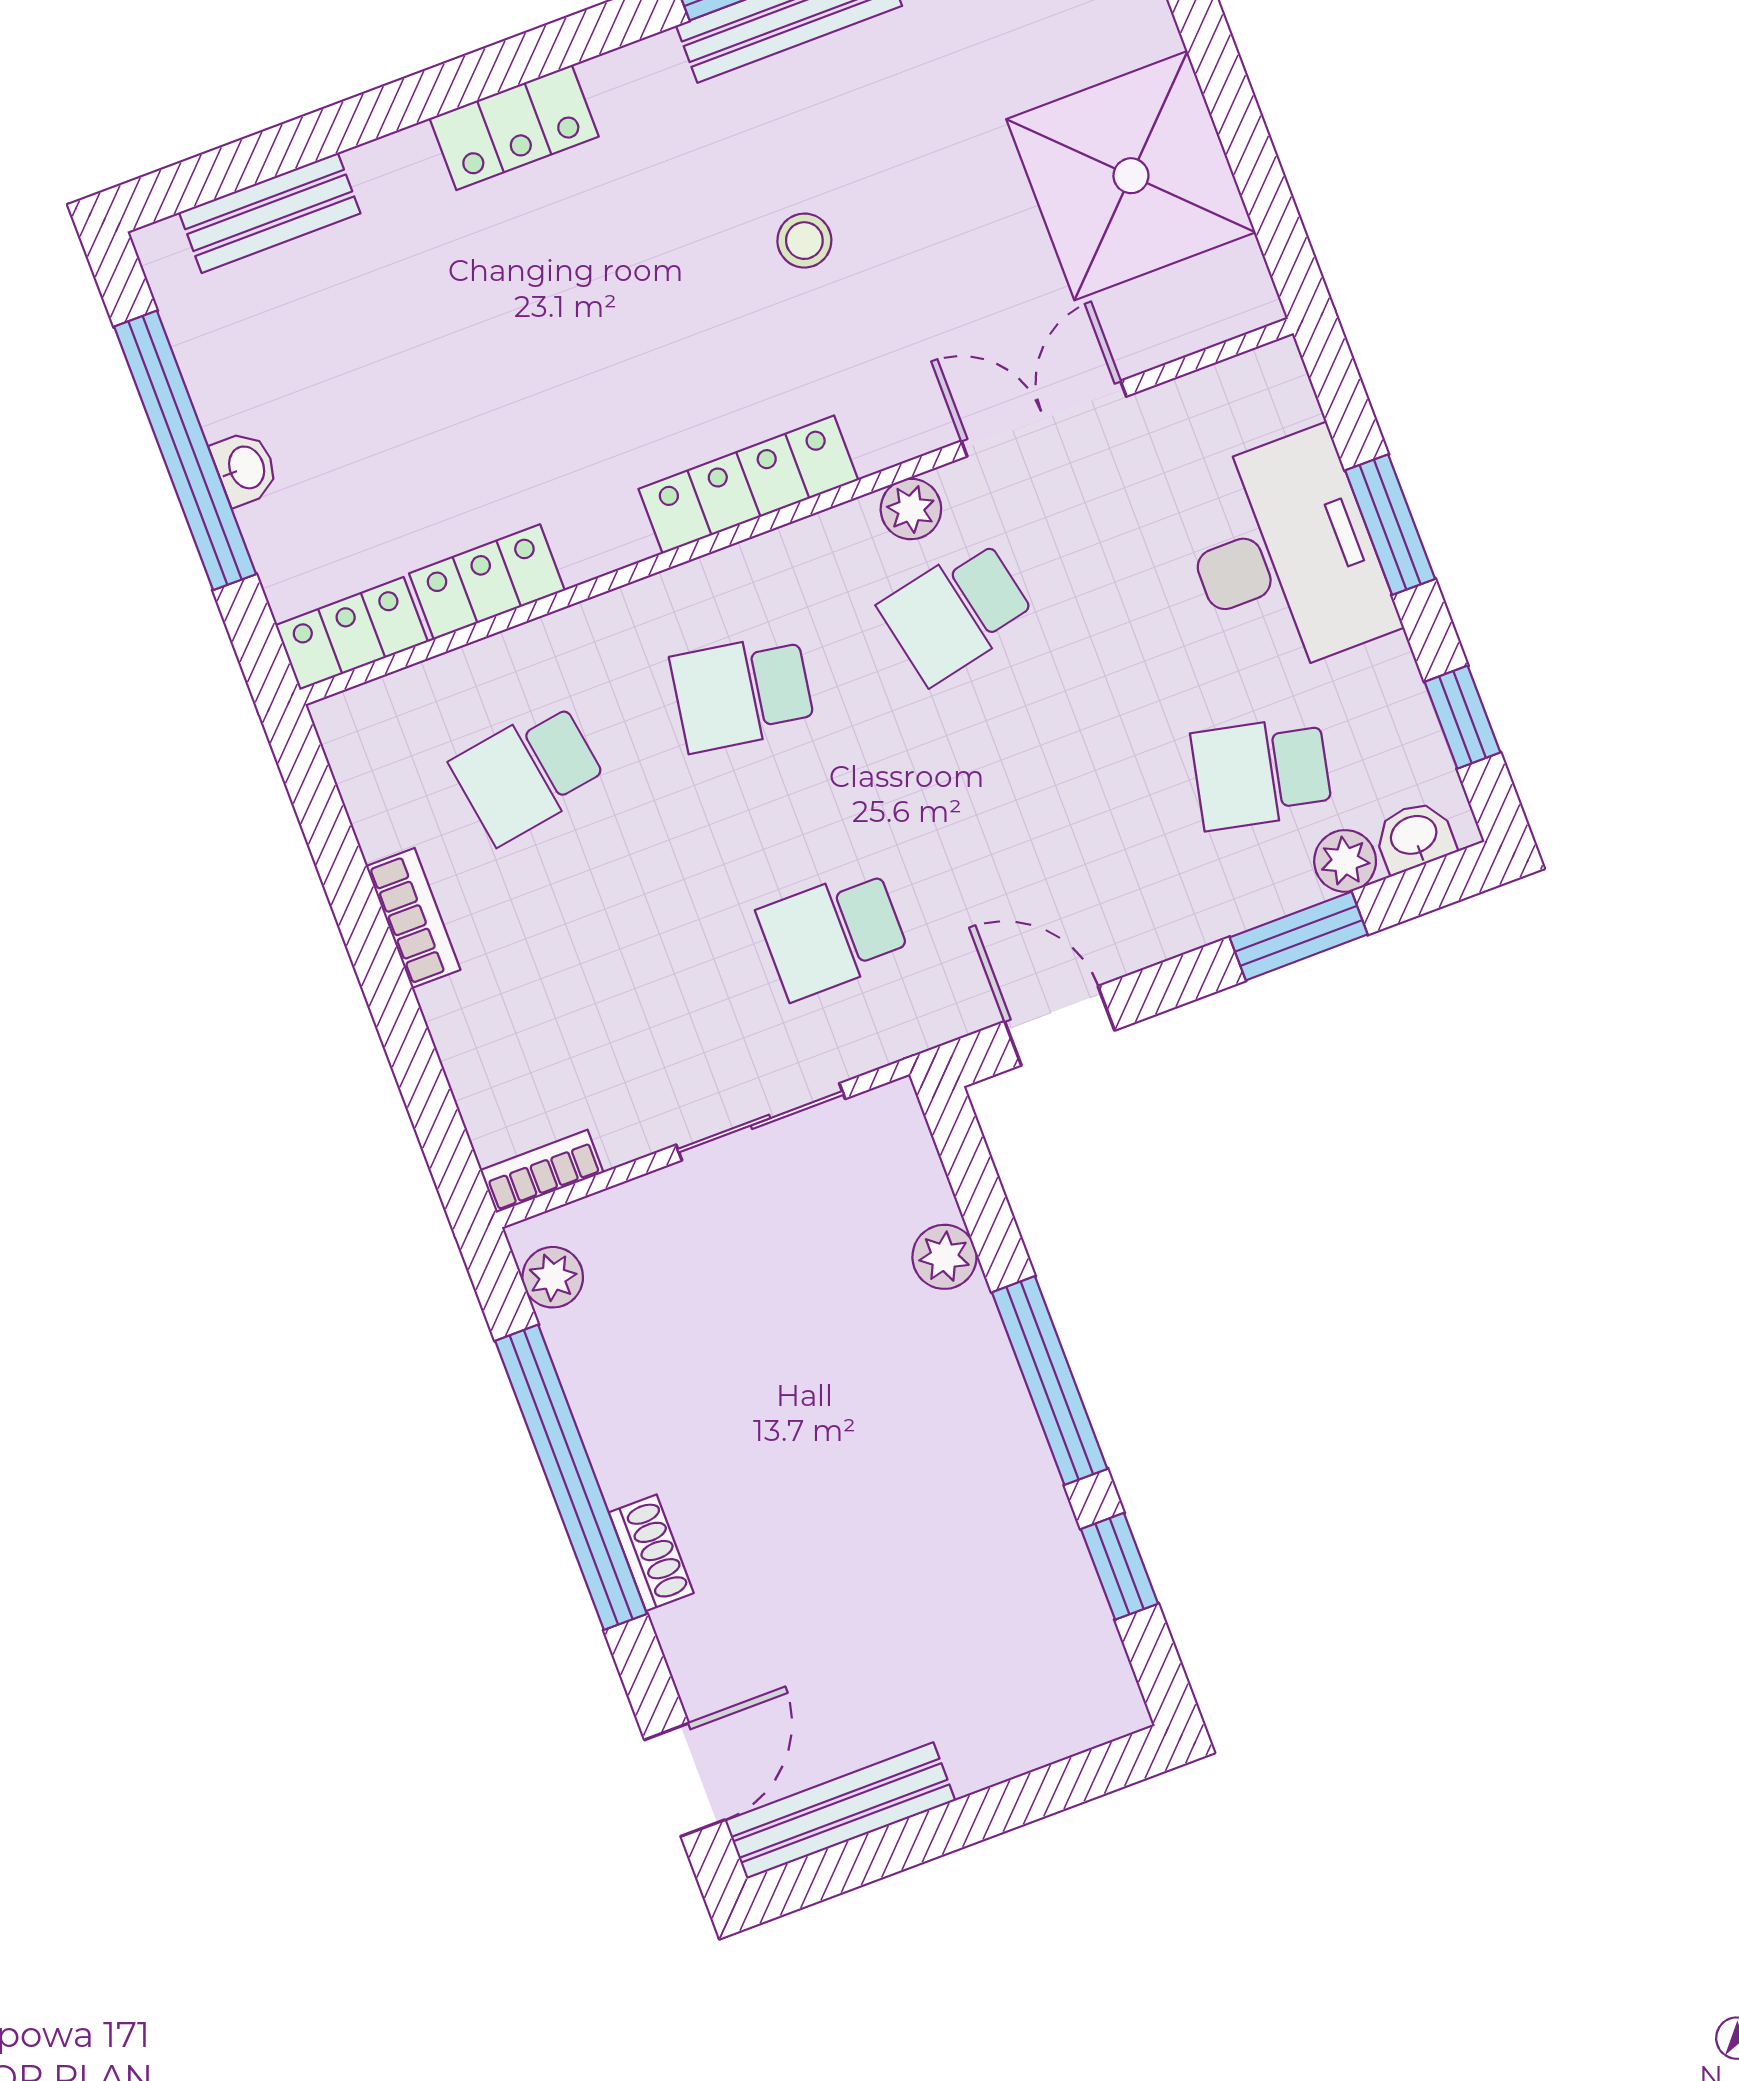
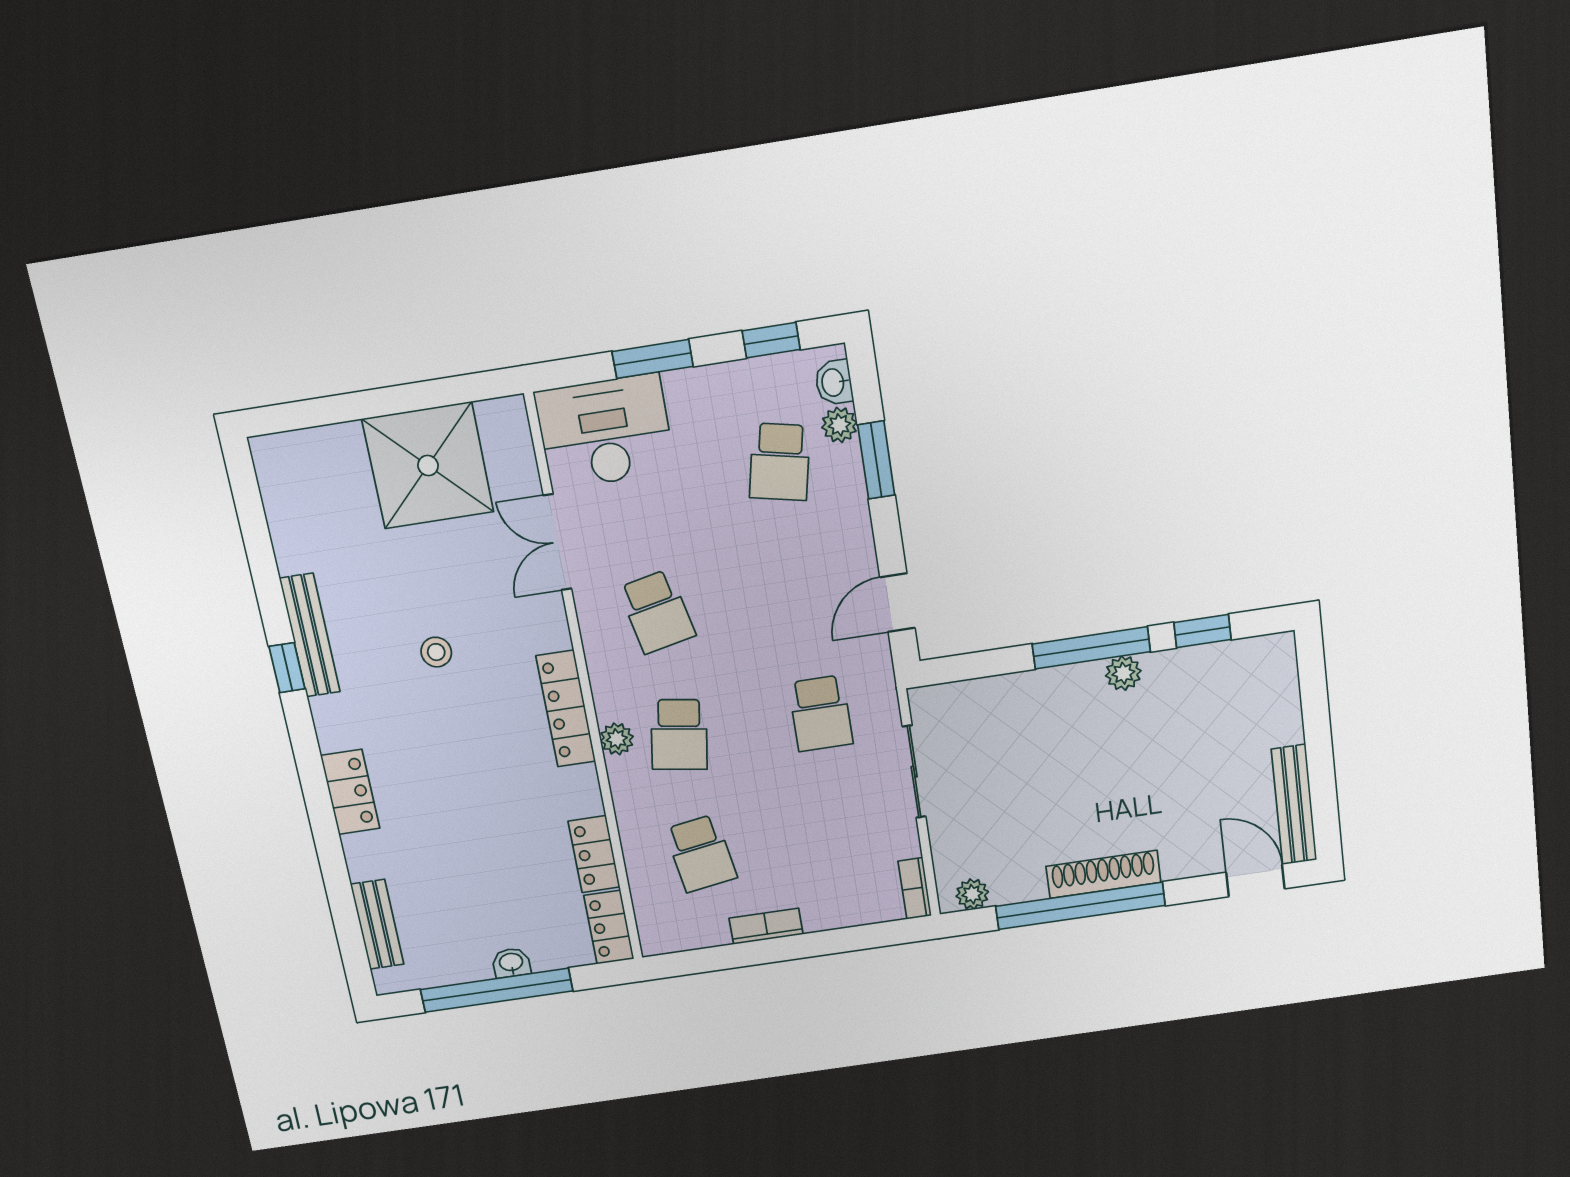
plant: (911, 509) -> (617, 739), moved
desk: (1284, 555) -> (605, 432), moved
plant: (944, 1257) -> (1123, 673), moved
shoe rack: (651, 1553) -> (1103, 874), width x1.94, depth x1.24

